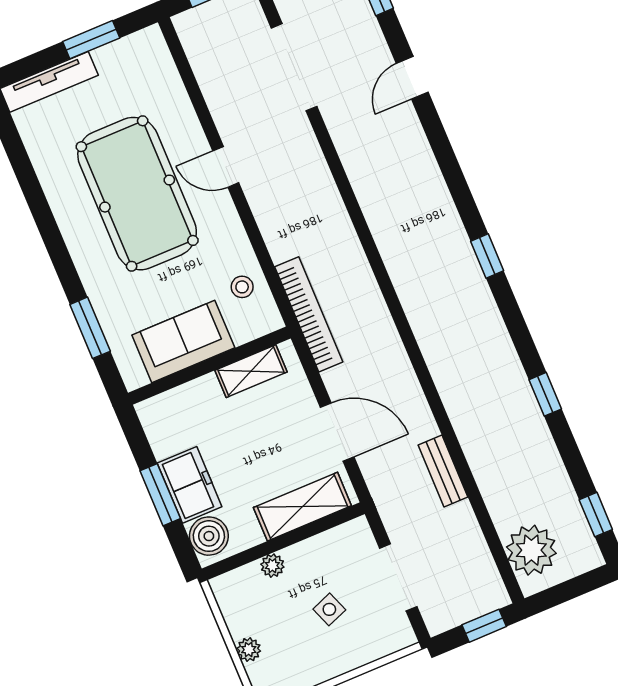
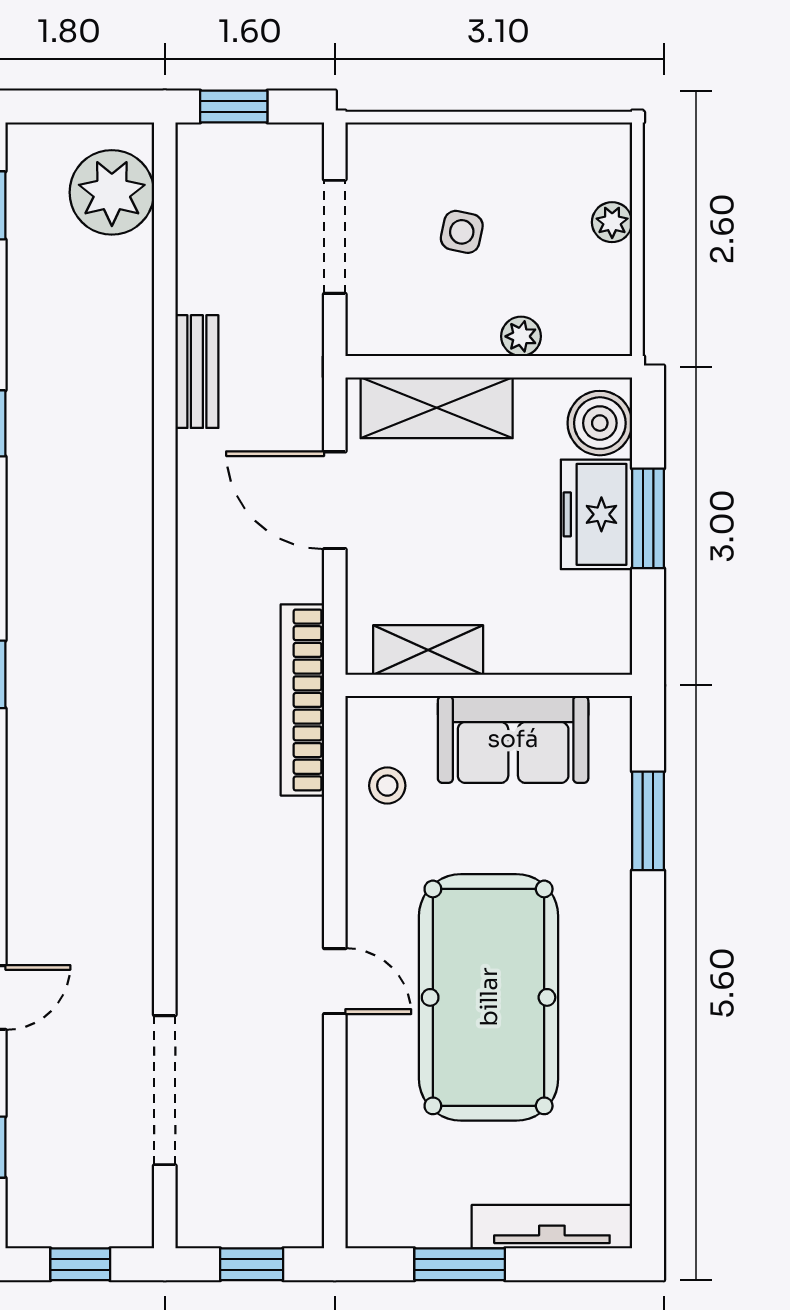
side table: (329, 609) -> (462, 232), turned 33

